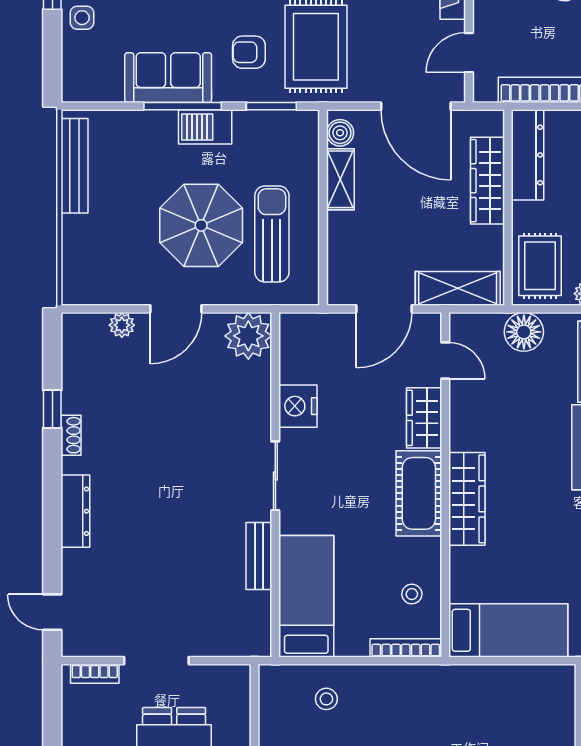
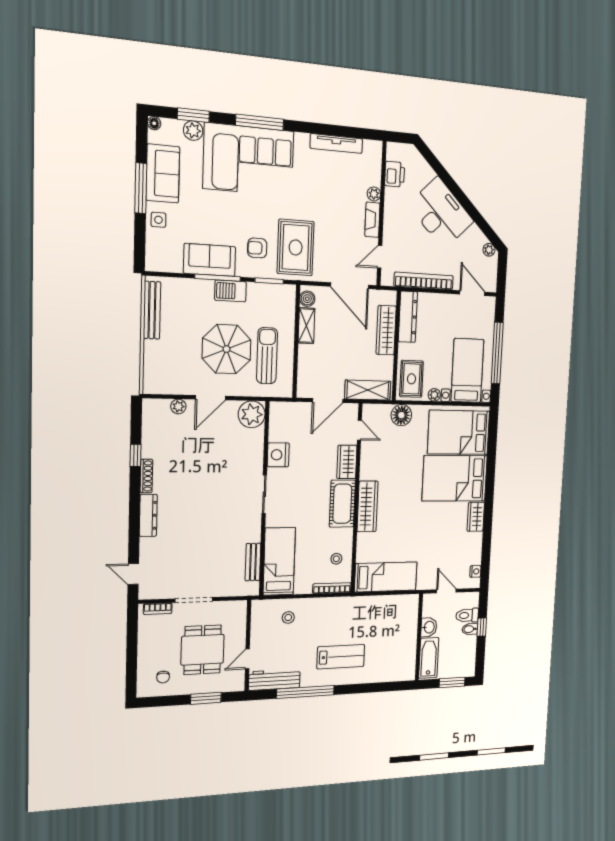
shoe rack: (71, 435) -> (146, 476), width x1.43
bench: (259, 556) -> (253, 562), moved

